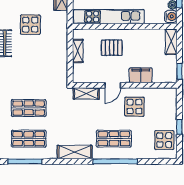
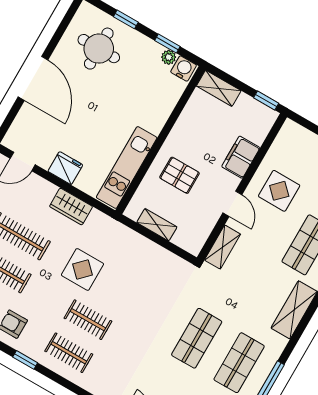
kitchen unit: (109, 17) -> (127, 168), width x0.73
pallet: (112, 48) -> (180, 175), turned 90

